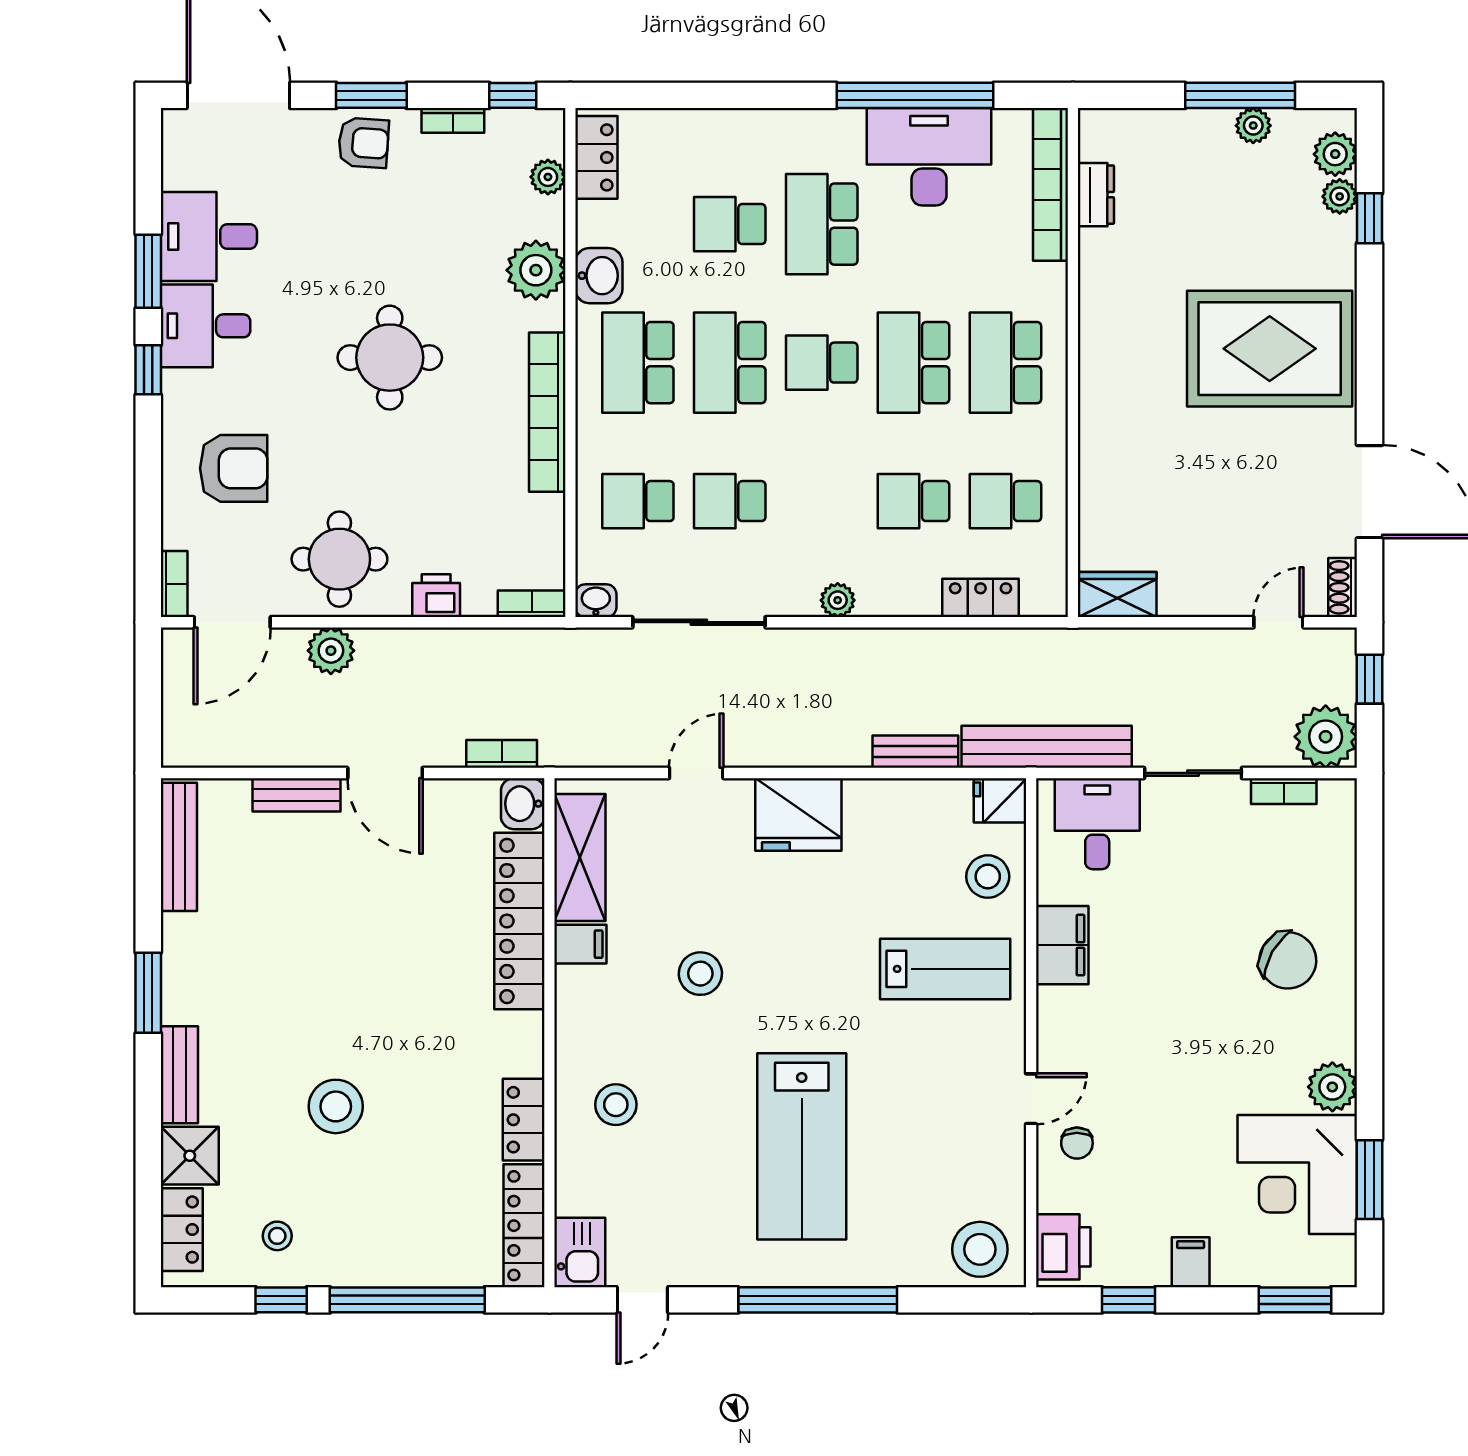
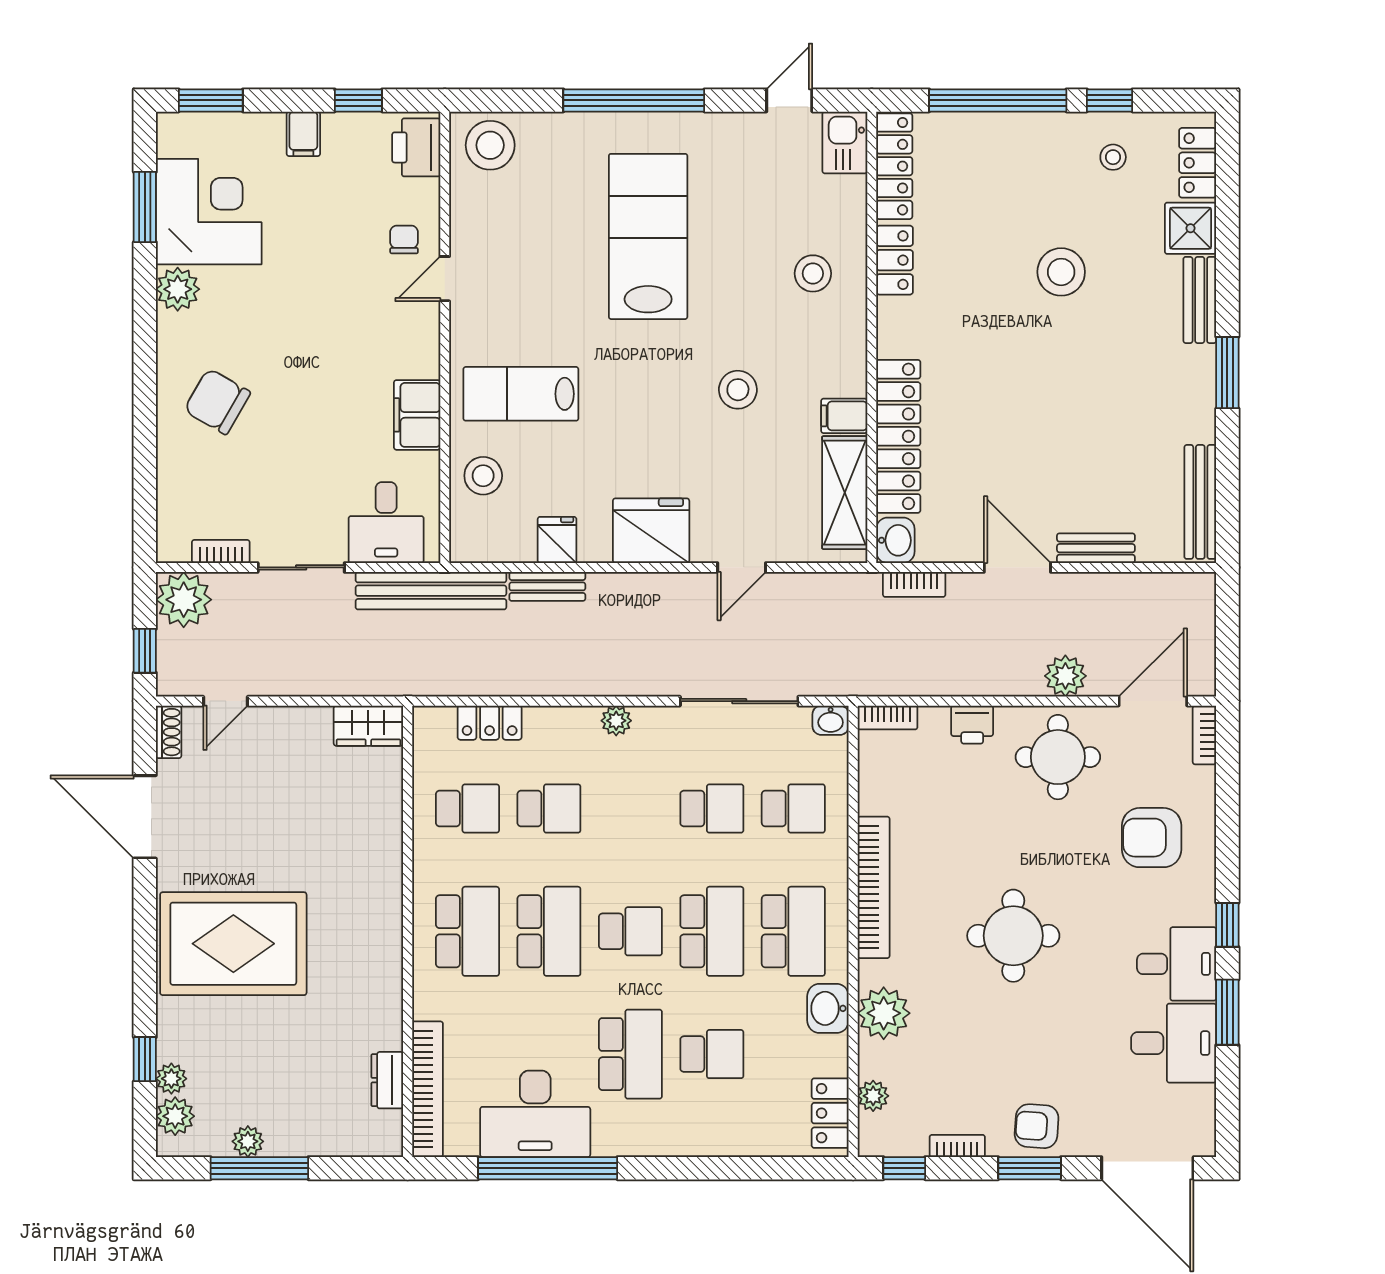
fridge: (1000, 801) -> (557, 540), moved, turned -90

